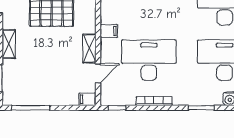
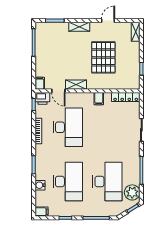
filing cabinet: (109, 31) -> (99, 99), moved
printer: (108, 96) -> (42, 98), added

